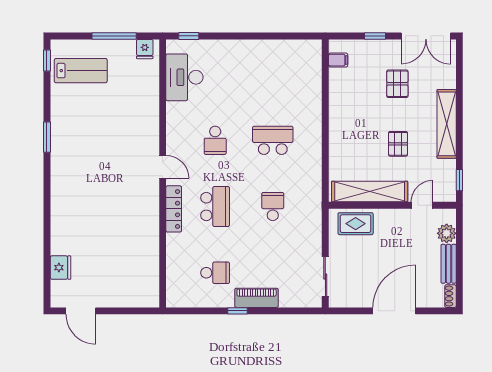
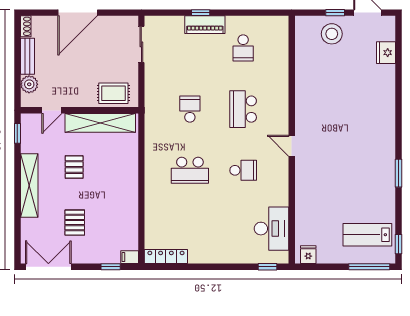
window: (114, 36) -> (369, 267), moved
window: (375, 36) -> (111, 267), moved
filing cabinet: (338, 60) -> (130, 257), moved
school desk: (215, 140) -> (243, 170), turned 90
school desk: (273, 207) -> (190, 109), turned 180
locker: (174, 209) -> (166, 257), moved, turned 90
school desk: (215, 273) -> (243, 48), turned -90
stool: (119, 288) -> (332, 34), added
window: (116, 311) -> (335, 13), added
window: (237, 311) -> (201, 13), moved

